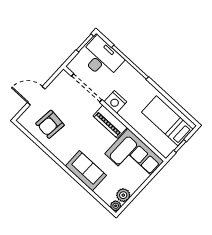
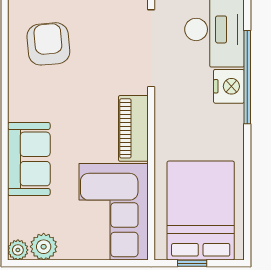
nightstand: (115, 102) -> (229, 86), moved, turned 180
bed: (167, 121) -> (201, 211), width x1.50
armchair: (50, 124) -> (48, 44), turned 79

